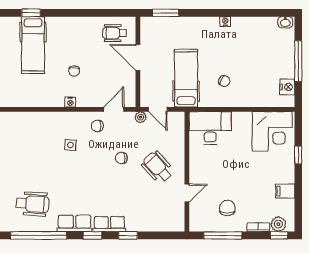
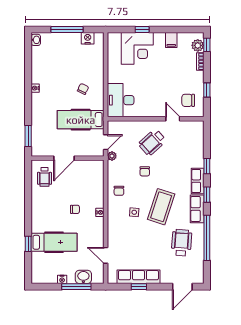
door: (114, 109) -> (106, 255), moved
corner desk: (272, 131) -> (137, 48), moved, turned 90
coffee table: (77, 178) -> (161, 207), added
chair: (227, 208) -> (188, 100), moved
window: (223, 235) -> (207, 90), width x0.46

